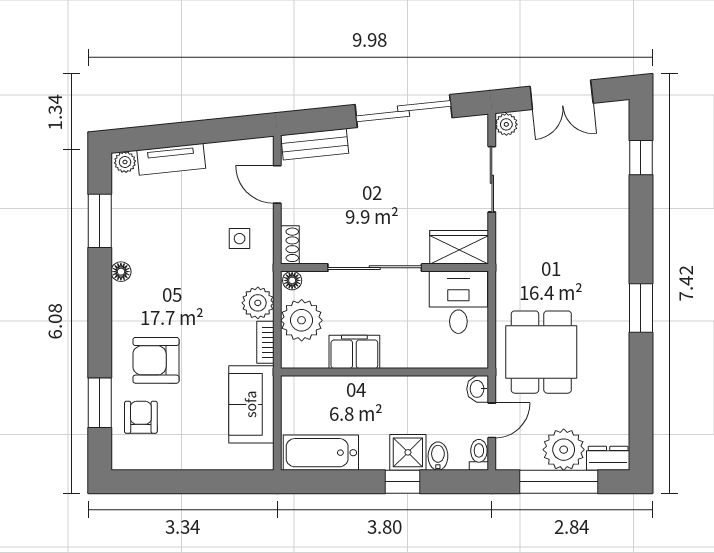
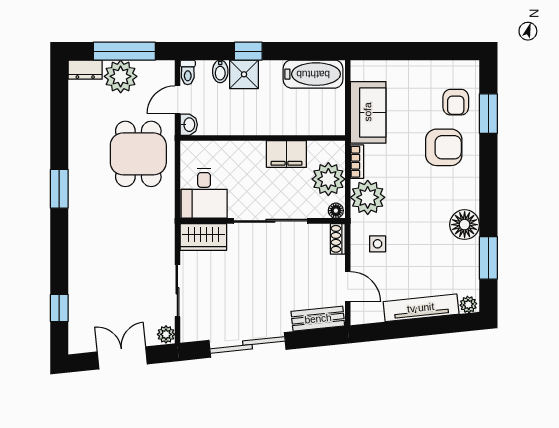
tv unit: (171, 159) -> (421, 308), width x1.41
floor lamp: (121, 272) -> (465, 225), width x1.89, depth x1.89
plant: (258, 303) -> (368, 197), width x1.36, depth x1.36

